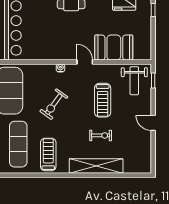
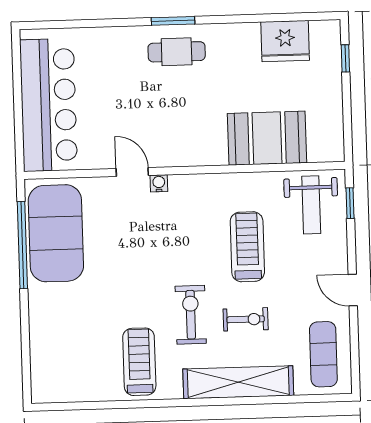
door: (85, 62) -> (132, 172), moved
treadmill: (103, 100) -> (247, 247), turned 180
exercise bike: (54, 104) -> (191, 315), moved, turned 144
exercise mat: (18, 144) -> (323, 354), moved, width x0.73, depth x0.69

